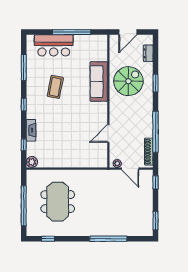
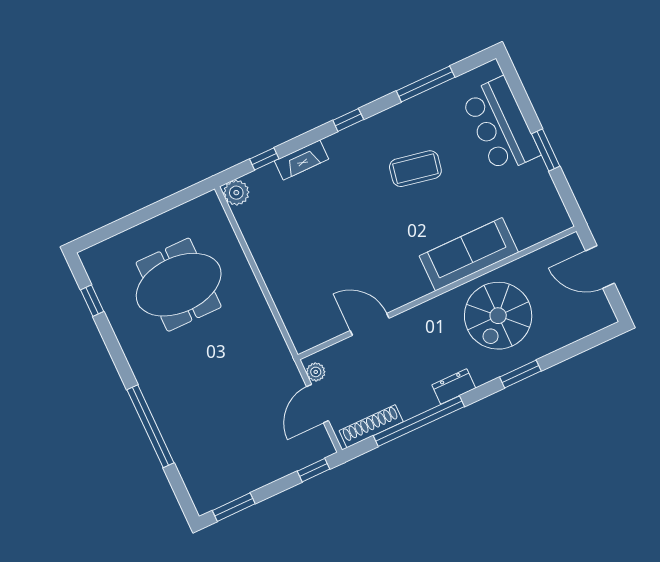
window: (72, 32) -> (546, 150), width x0.47
dresser: (148, 53) -> (454, 386), moved
spiral stairs: (128, 81) -> (498, 316), turned 90
window: (24, 206) -> (137, 218), removed

